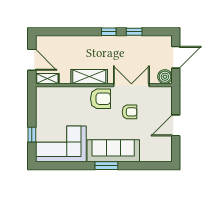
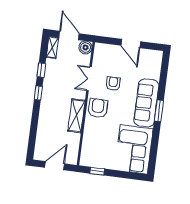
shelving: (47, 79) -> (52, 47), moved
double door: (131, 85) -> (89, 79), width x0.73
window: (32, 135) -> (97, 171), moved

